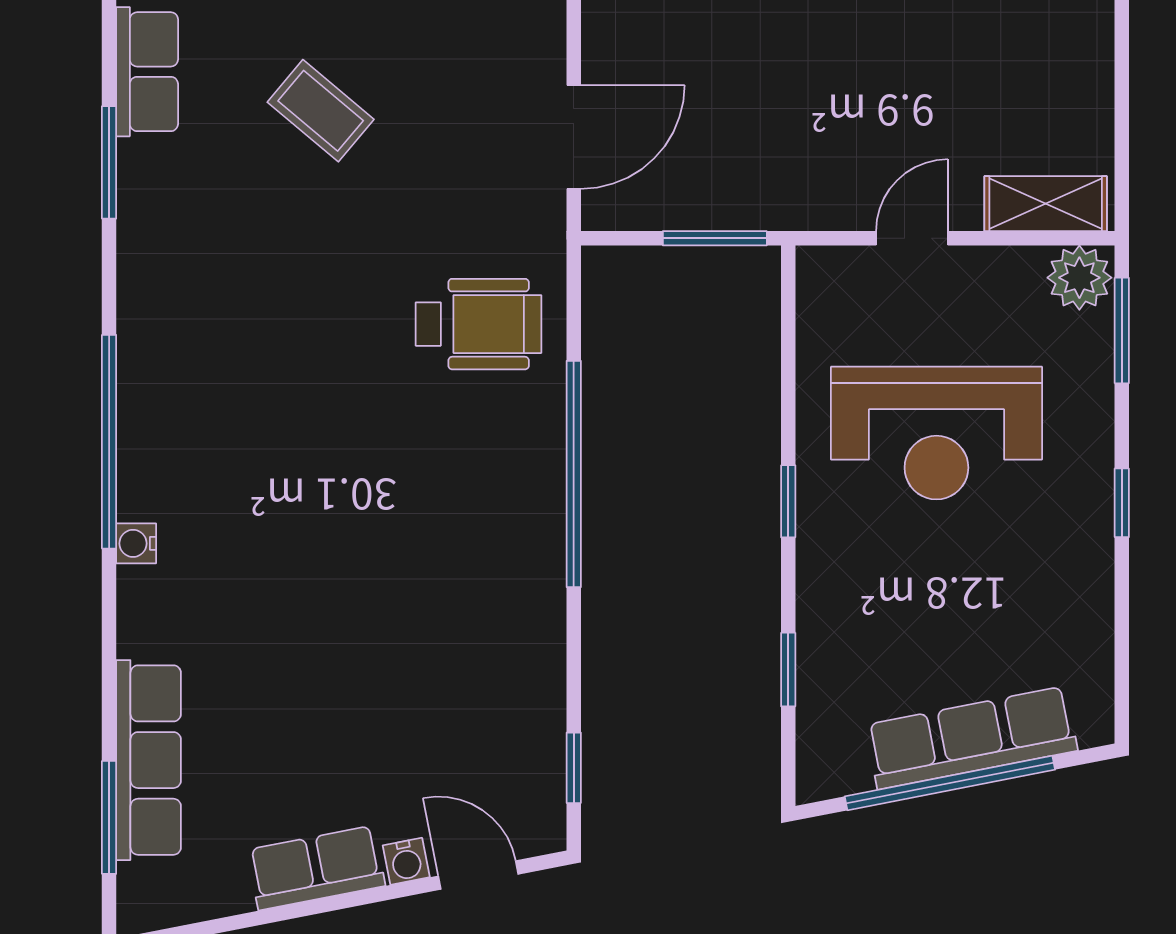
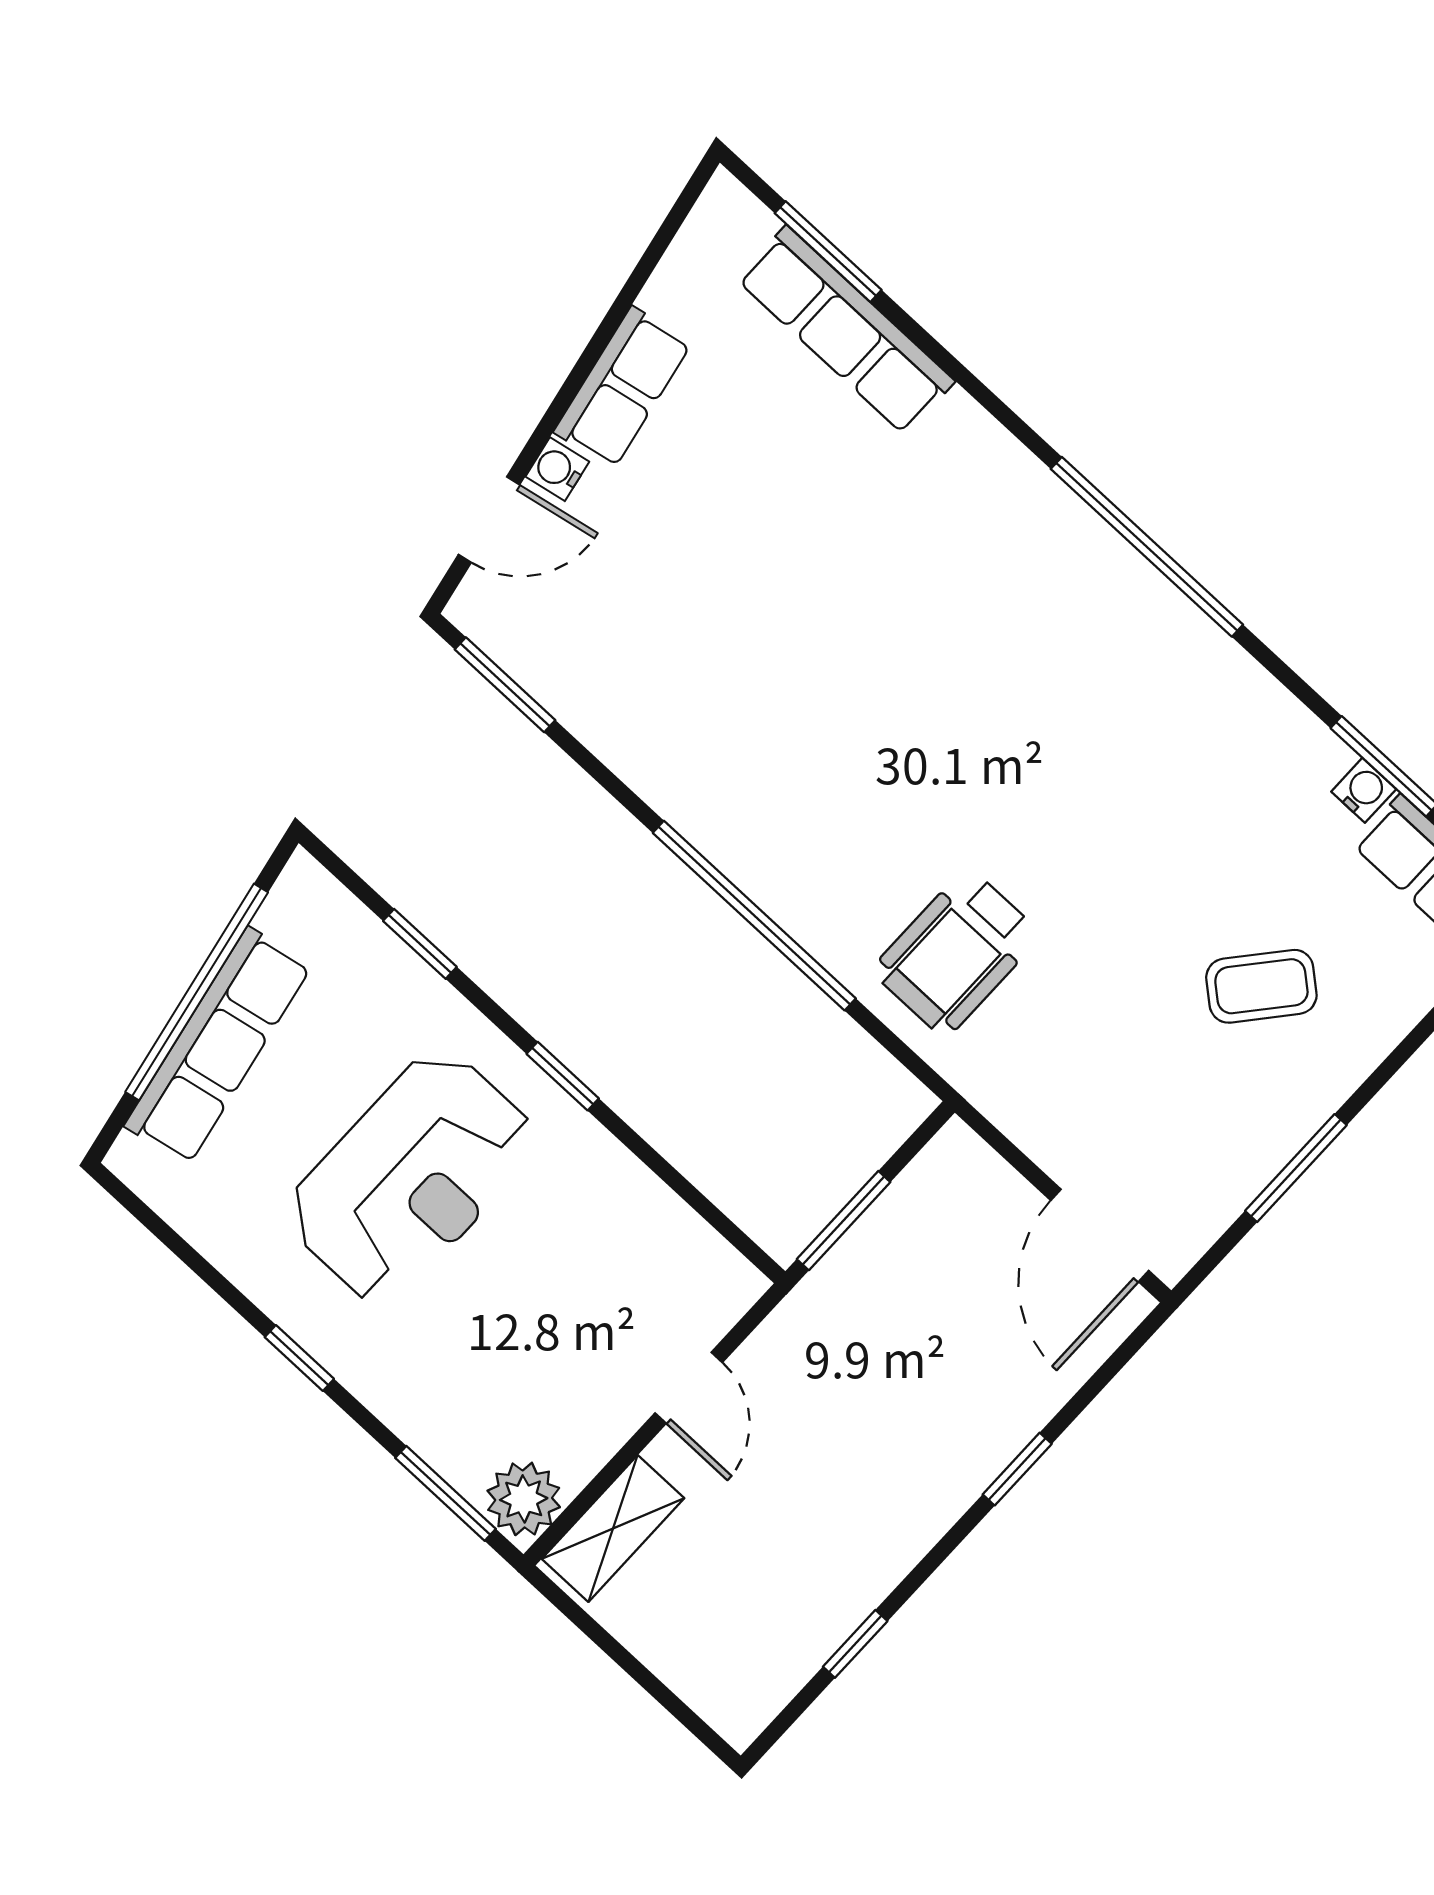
door: (574, 137) -> (1100, 1236), moved
reception desk: (936, 433) -> (411, 1177), moved, turned 180
water cooler: (136, 543) -> (1364, 790), moved
window: (574, 768) -> (505, 685), width x1.50

